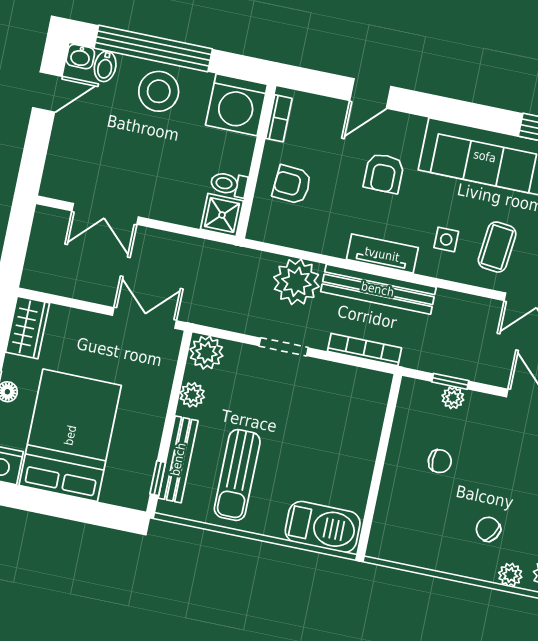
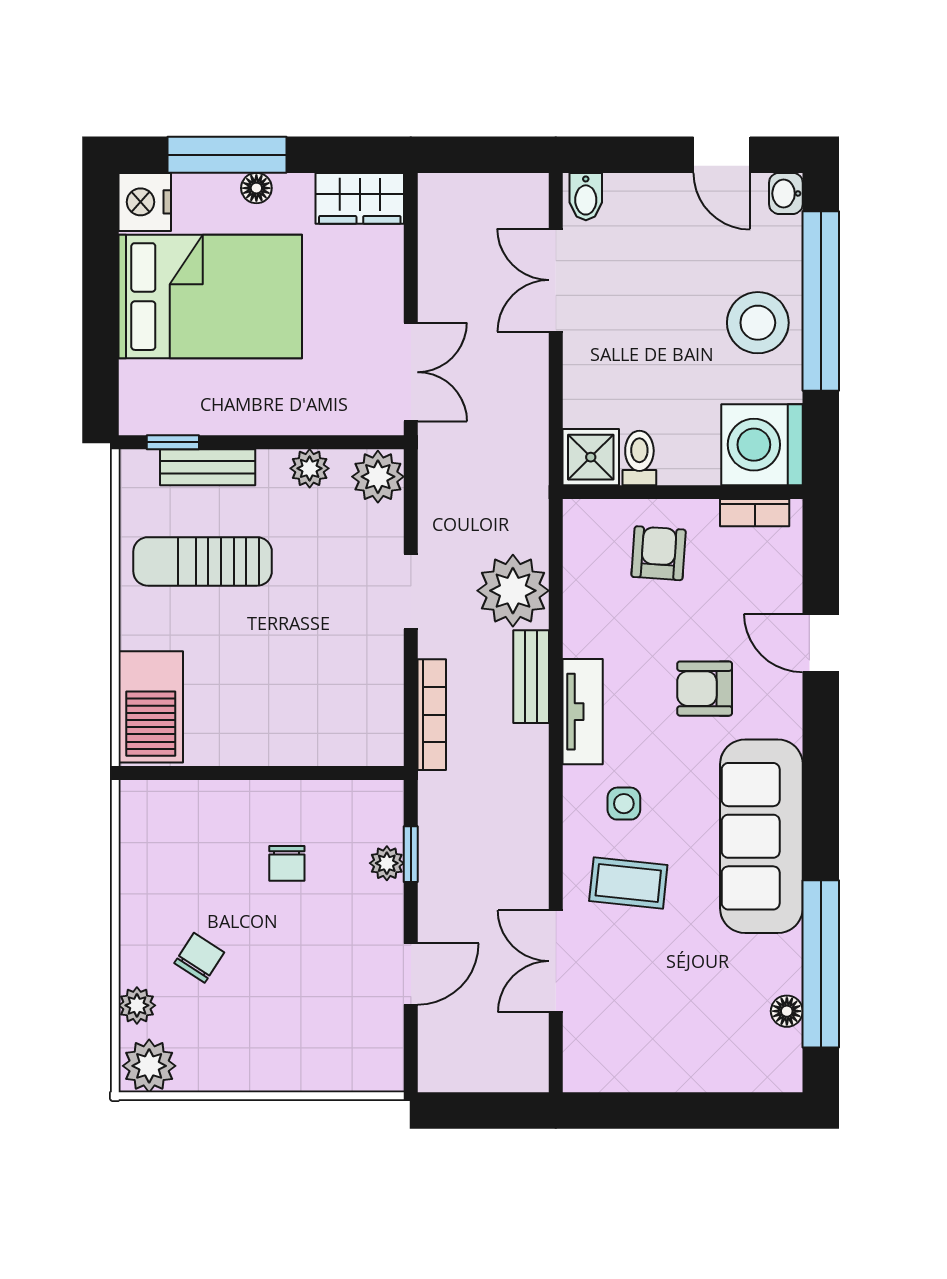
bidet: (105, 66) -> (586, 197), moved, turned -90
bench: (378, 289) -> (531, 677), width x0.54, depth x0.82
bench: (178, 459) -> (208, 467), width x0.73

